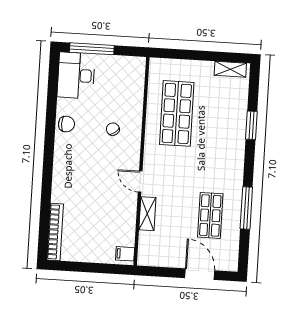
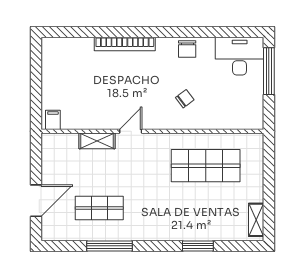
bookcase: (55, 232) -> (125, 44), moved

